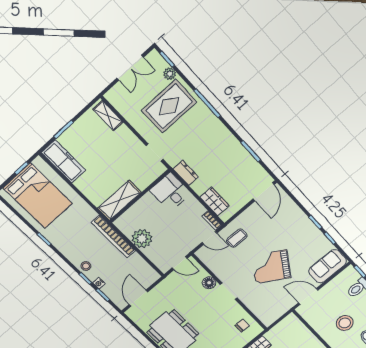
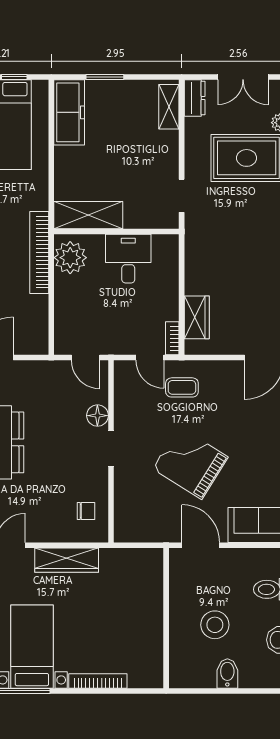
dresser: (186, 173) -> (195, 98), moved
desk: (170, 192) -> (128, 259), moved
plant: (142, 239) -> (70, 258), moved

